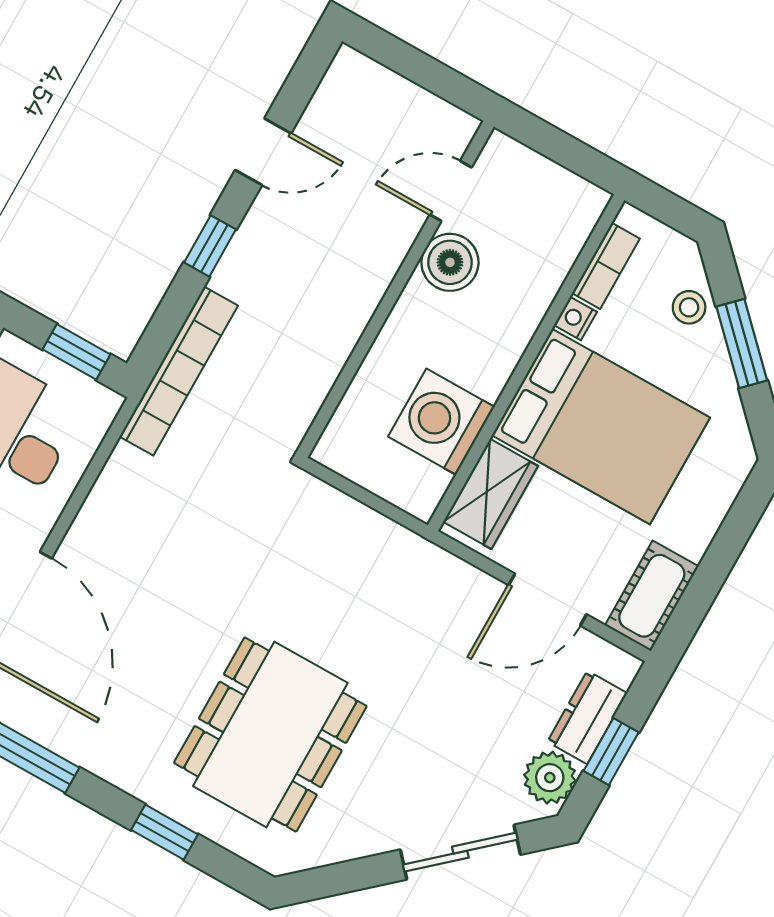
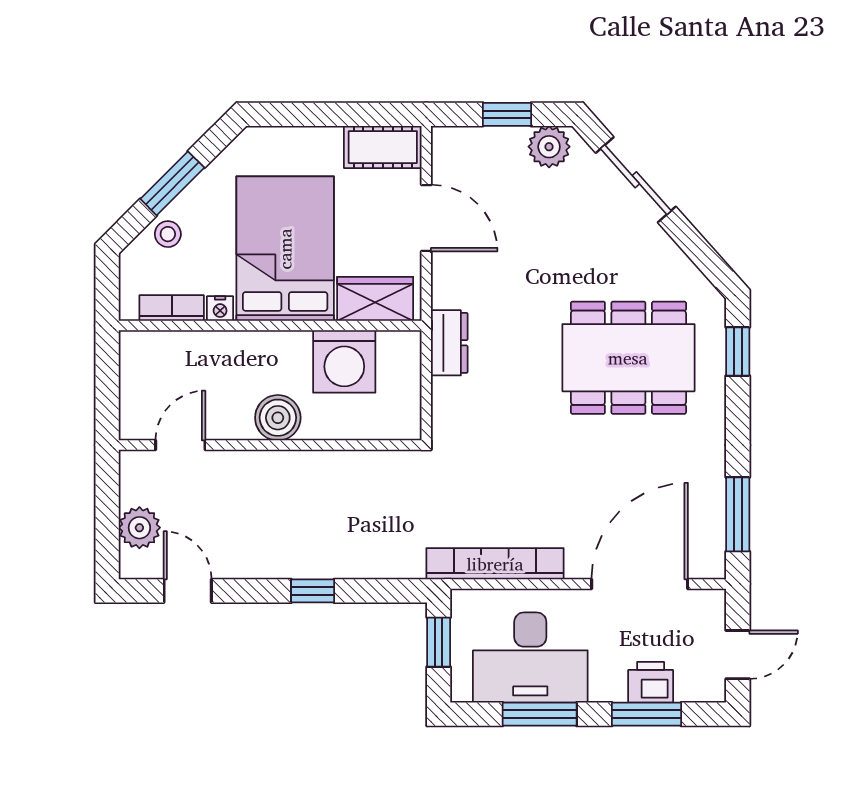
plant: (386, 95) -> (139, 528), added
door: (263, 152) -> (188, 591), moved
door: (451, 191) -> (180, 445), swing flipped
boiler: (450, 262) -> (278, 418), moved
bookcase: (179, 371) -> (495, 564), moved
dresser: (587, 717) -> (449, 343), moved, turned -90
window: (165, 832) -> (738, 352), moved

